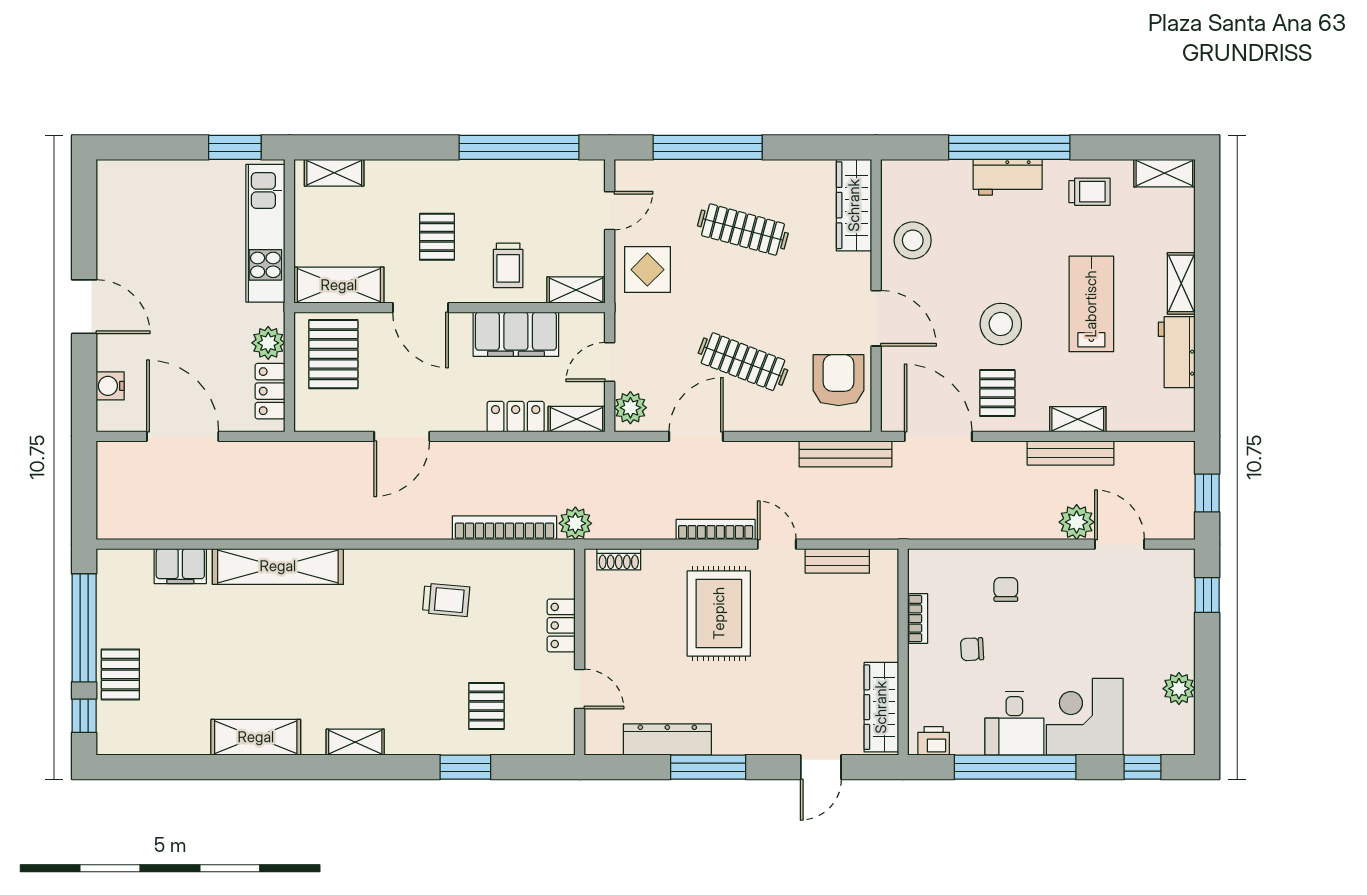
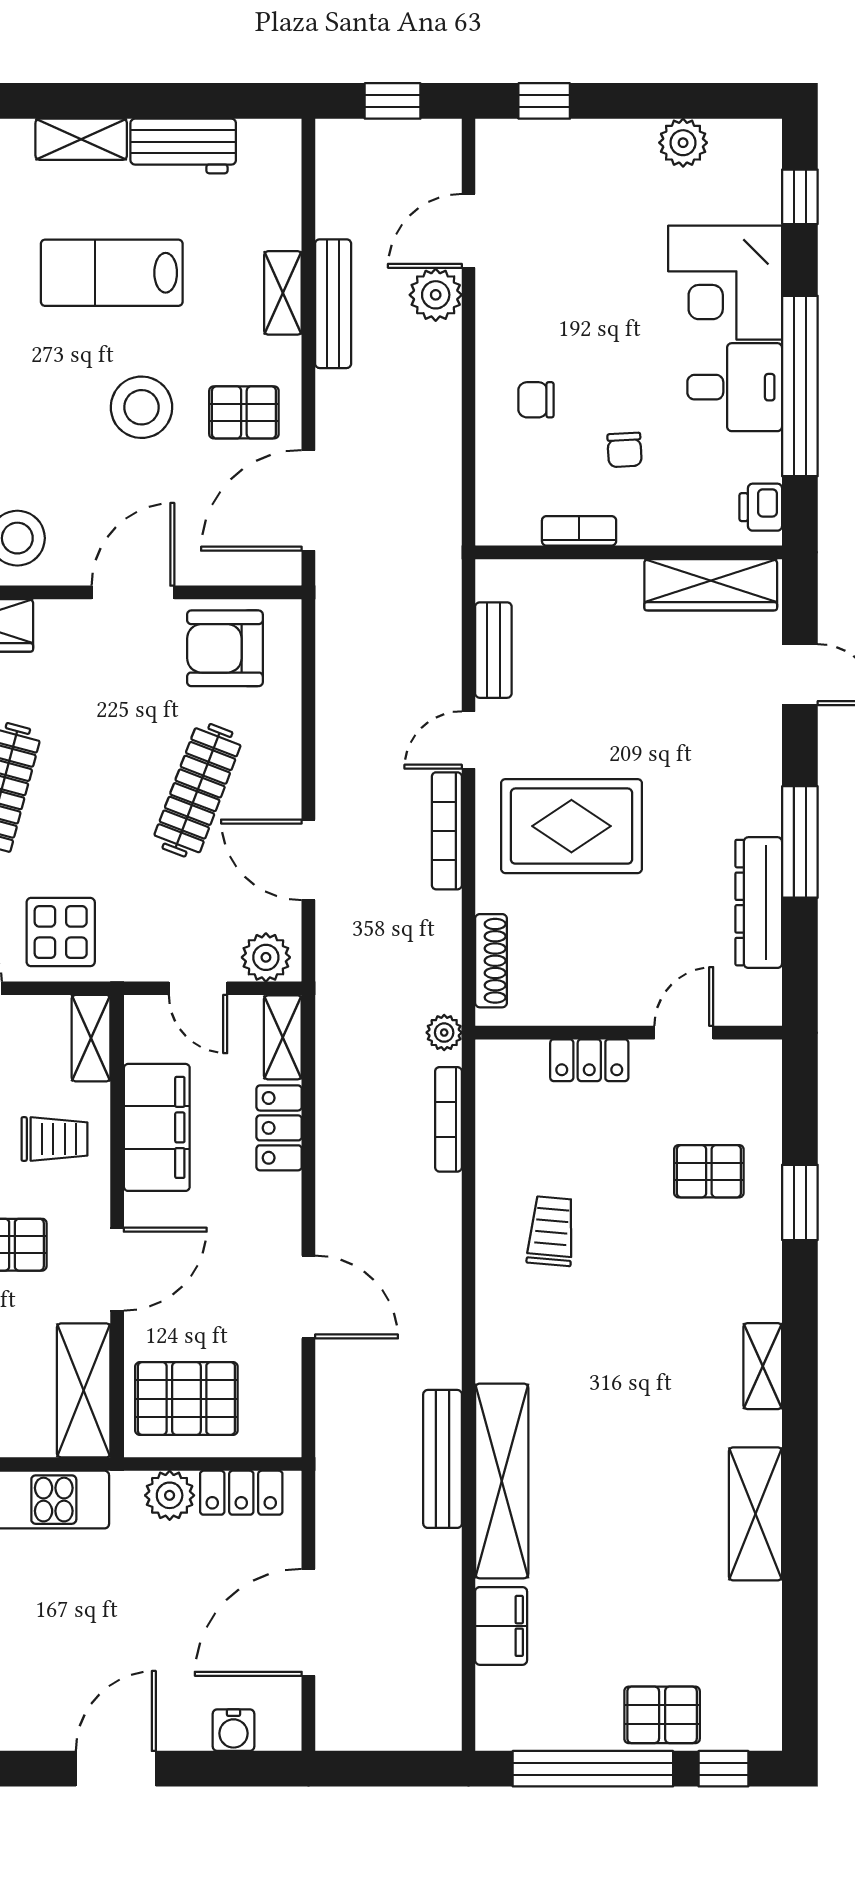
bench: (846, 454) -> (443, 1459), moved
plant: (575, 523) -> (444, 1033), width x0.73, depth x0.73
bookcase: (505, 528) -> (448, 1119), width x0.68, depth x0.76
shoe rack: (619, 559) -> (491, 961), width x1.43

